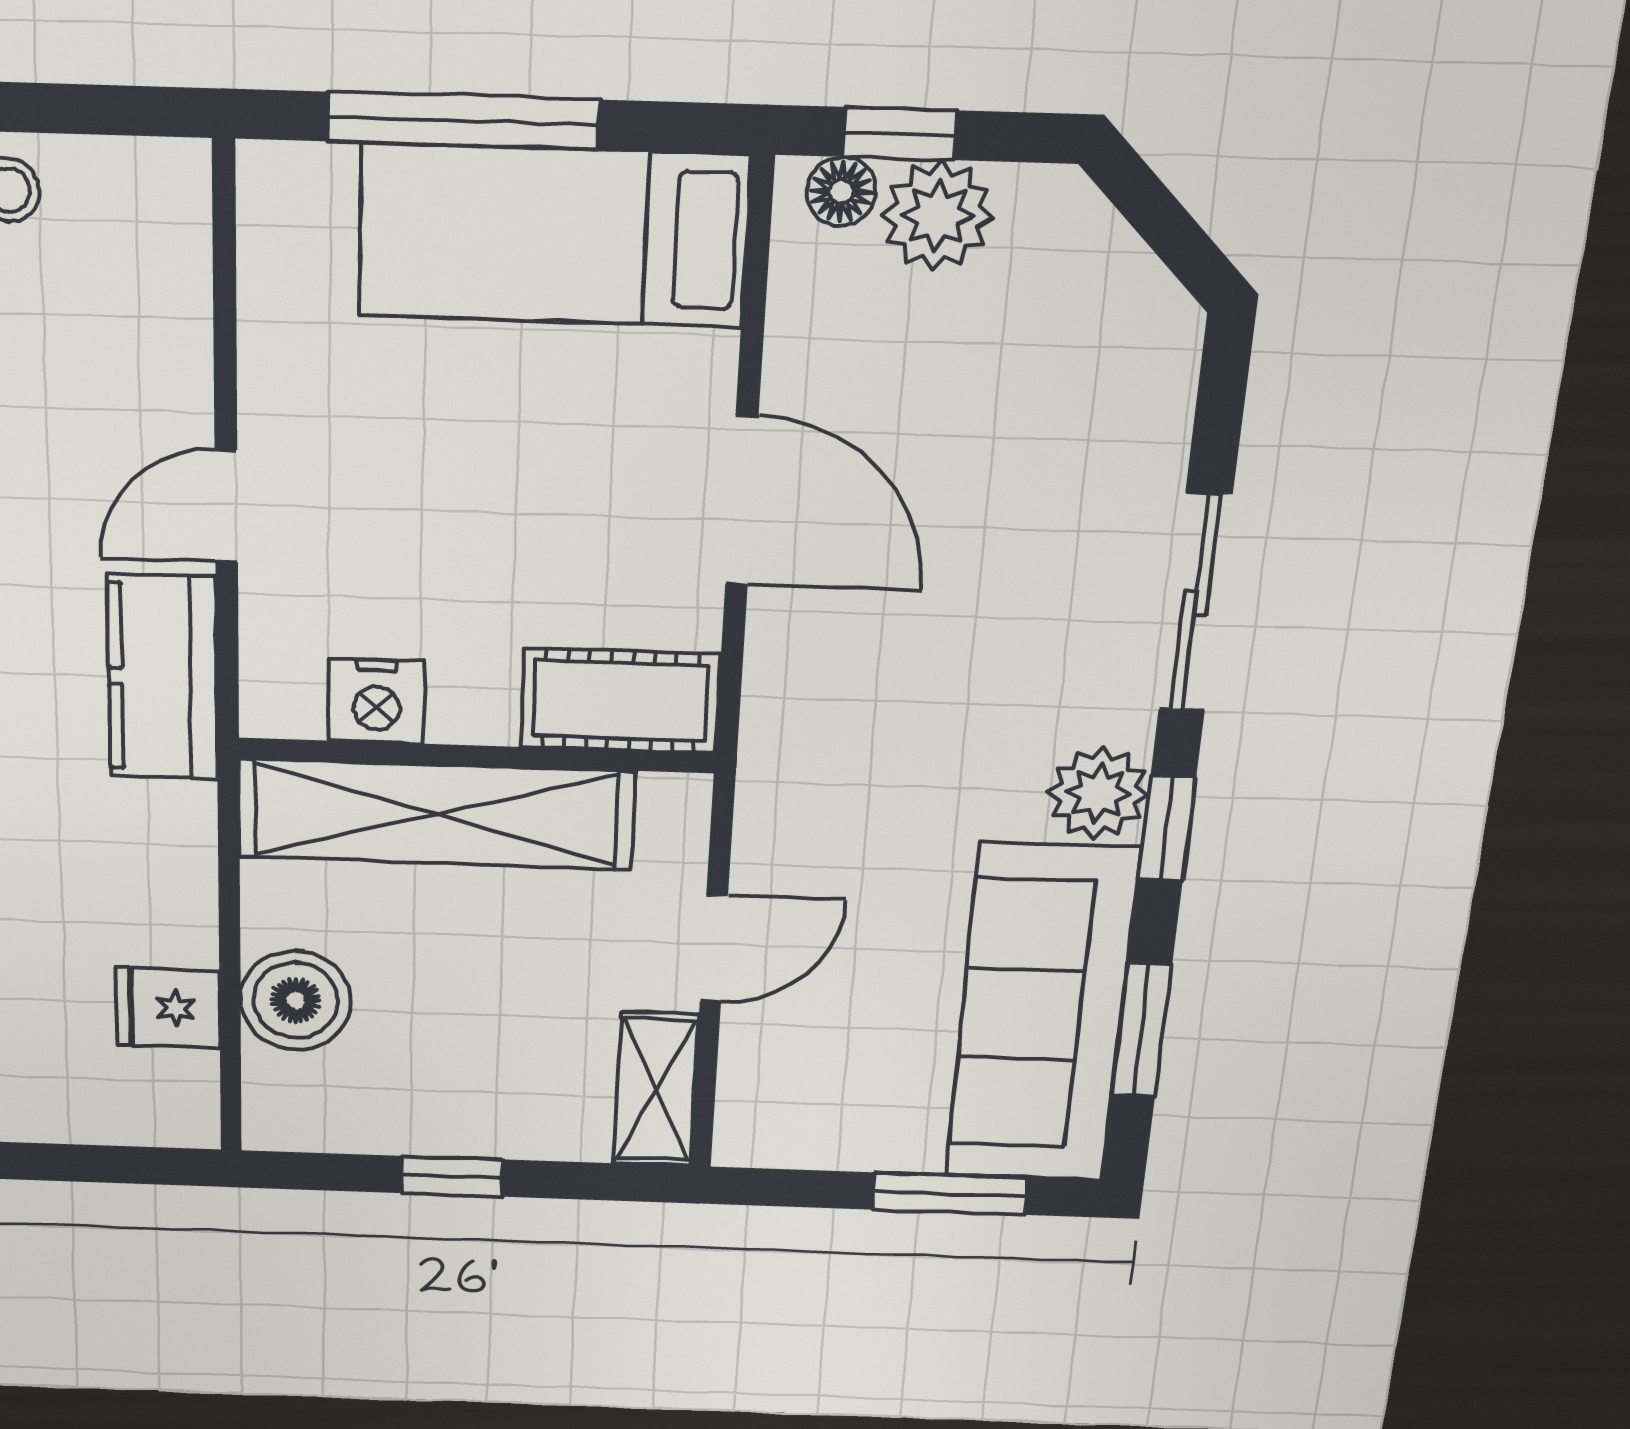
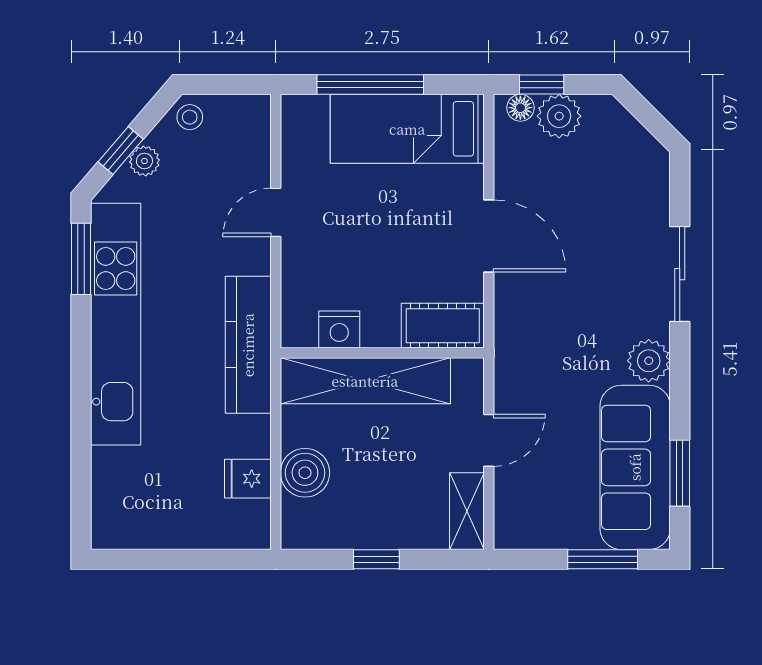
door: (226, 506) -> (276, 212), moved
kitchen counter: (163, 678) -> (248, 345), width x1.50
window: (1167, 828) -> (680, 376), removed

